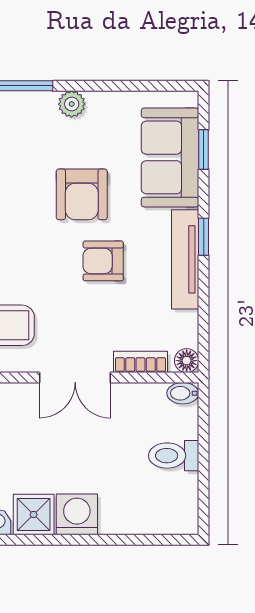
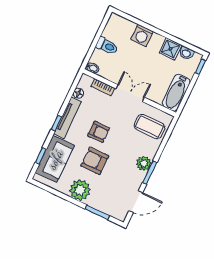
plant: (72, 104) -> (80, 190), width x1.88, depth x1.88
armchair: (82, 194) -> (95, 161), turned -90
floor lamp: (187, 361) -> (78, 93), moved
washing machine: (77, 514) -> (142, 35), moved

